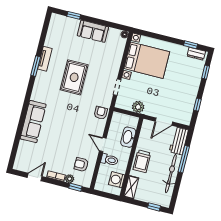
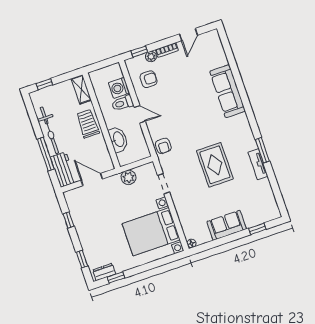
door: (164, 122) -> (92, 180), hinge flipped
washing machine: (117, 180) -> (119, 88), moved, turned 180

